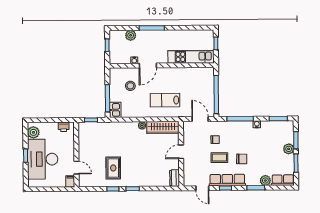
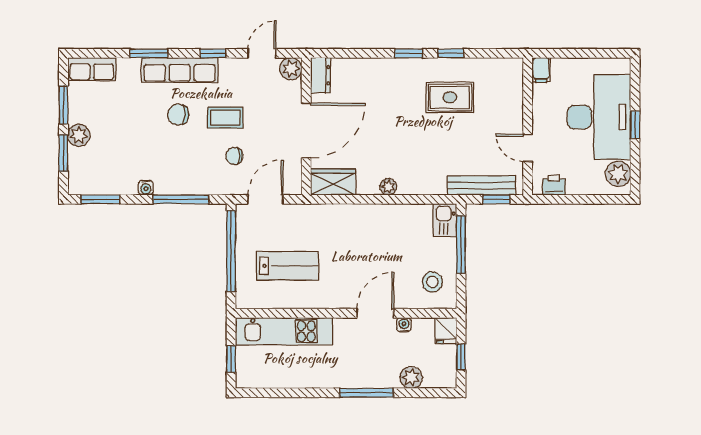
fridge: (114, 58) -> (446, 331), added
stool: (130, 86) -> (432, 282), moved
lab bench: (165, 100) -> (287, 266), moved
door: (200, 119) -> (266, 199), swing flipped
bench: (98, 126) -> (481, 186), added
wardrobe: (163, 128) -> (333, 182), width x0.67
door: (181, 152) -> (306, 131), width x1.87
door: (76, 168) -> (528, 148), moved
rug: (113, 168) -> (450, 97), turned 90
row of seats: (227, 180) -> (180, 70), moved
plant: (265, 180) -> (291, 69), moved
door: (202, 188) -> (262, 53), hinge flipped

